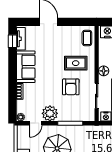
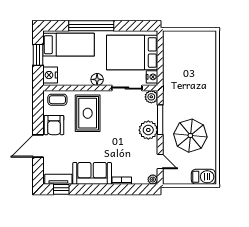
rug: (76, 63) -> (88, 113), width x1.36, depth x1.43
armchair: (71, 87) -> (54, 125), moved, turned 90
plant: (50, 113) -> (148, 130), moved
plant: (89, 116) -> (151, 97), added

